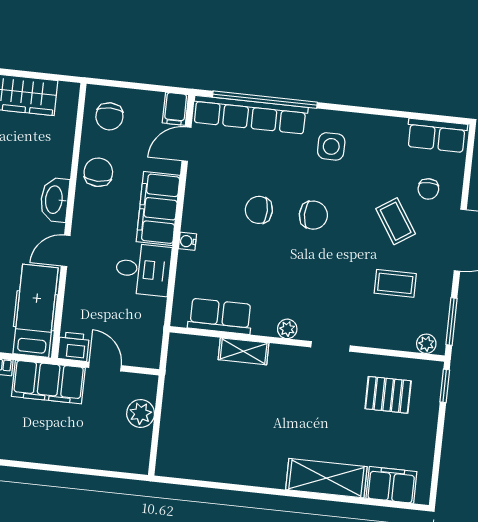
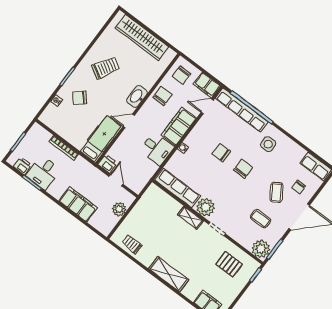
filing cabinet: (175, 109) -> (207, 85), width x2.00
chair: (313, 215) -> (243, 169), turned -90
row of seats: (220, 316) -> (178, 188), width x1.48
plant: (287, 329) -> (206, 207), width x1.88, depth x1.88
plant: (426, 344) -> (261, 249), width x1.87, depth x1.87
shelving: (244, 351) -> (190, 218), moved
filing cabinet: (48, 382) -> (78, 204), moved, turned 180
trolley: (199, 461) -> (132, 244), added
shelving: (326, 478) -> (169, 274), moved

